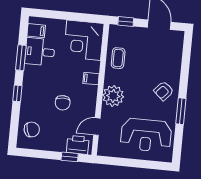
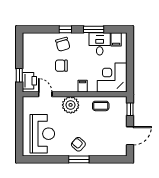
window: (181, 111) -> (79, 159), moved
chair: (32, 129) -> (63, 44), moved
reception desk: (146, 135) -> (42, 134), turned 180

